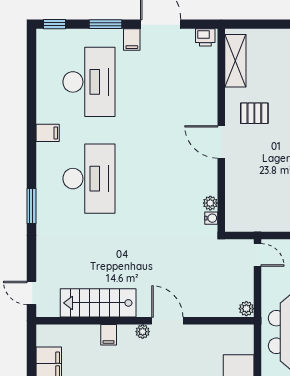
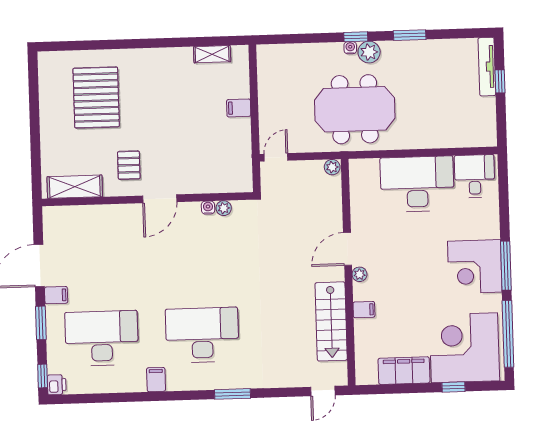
printer: (205, 37) -> (57, 385), moved
water cooler: (211, 218) -> (208, 208), moved

